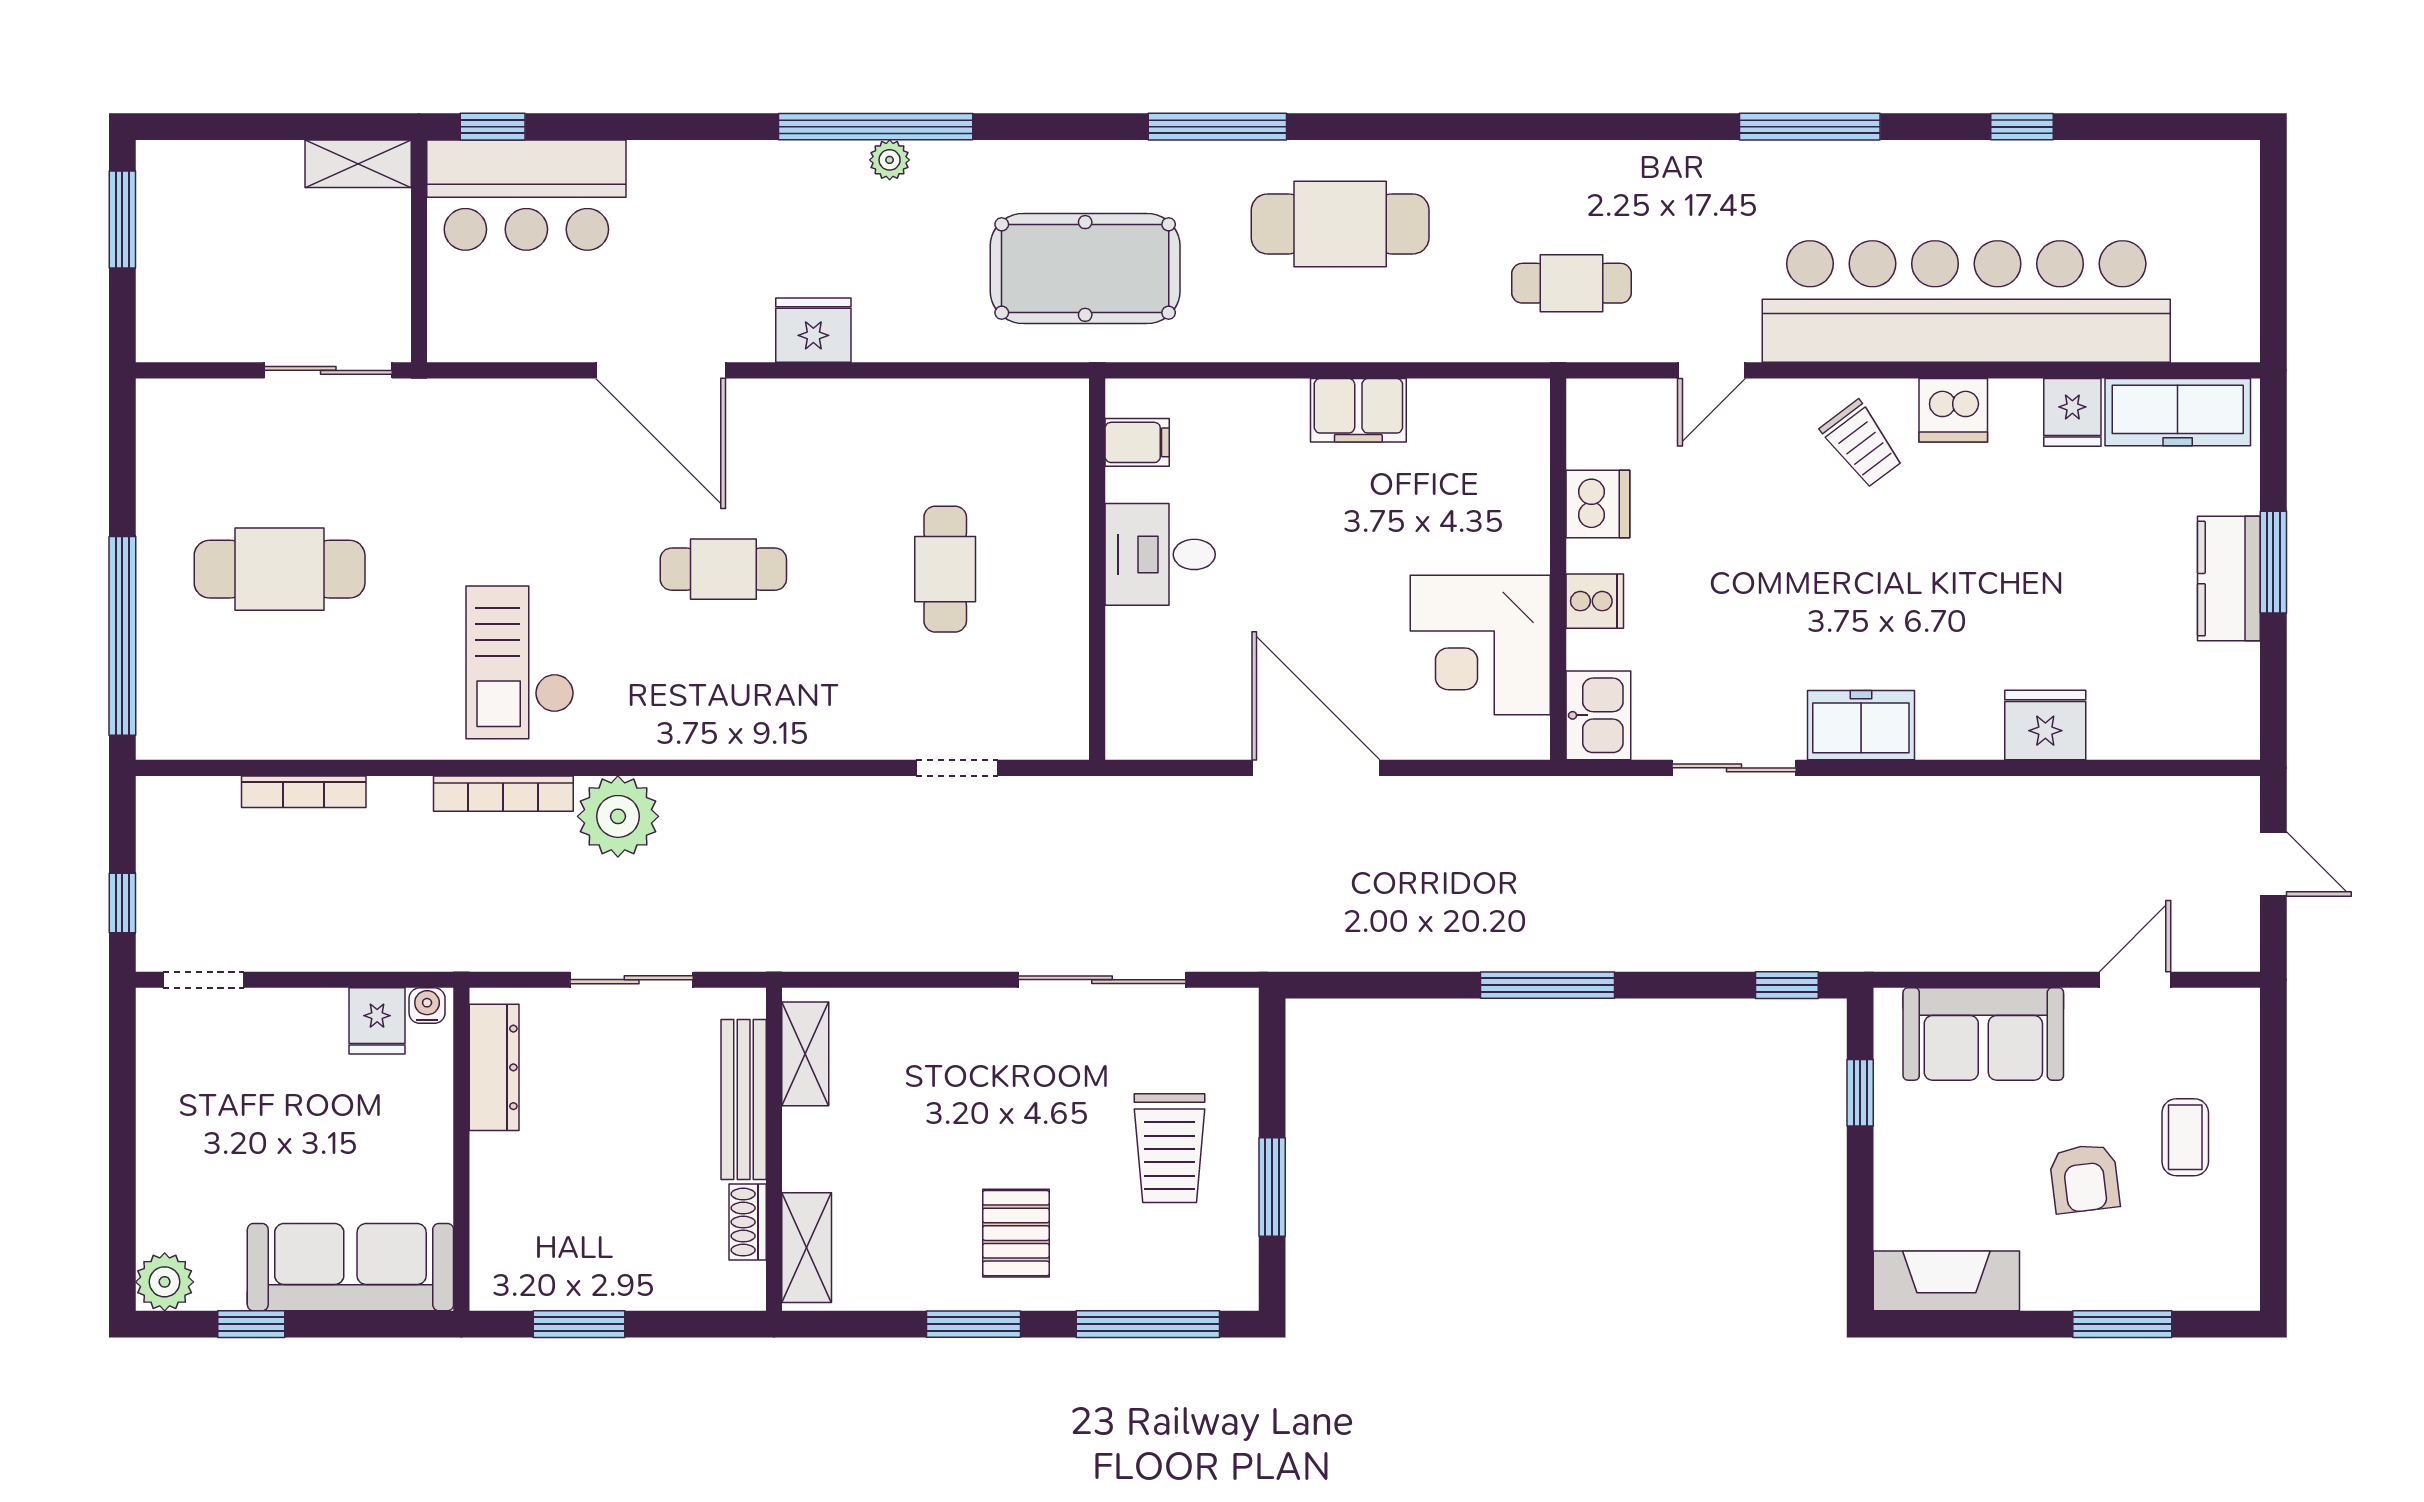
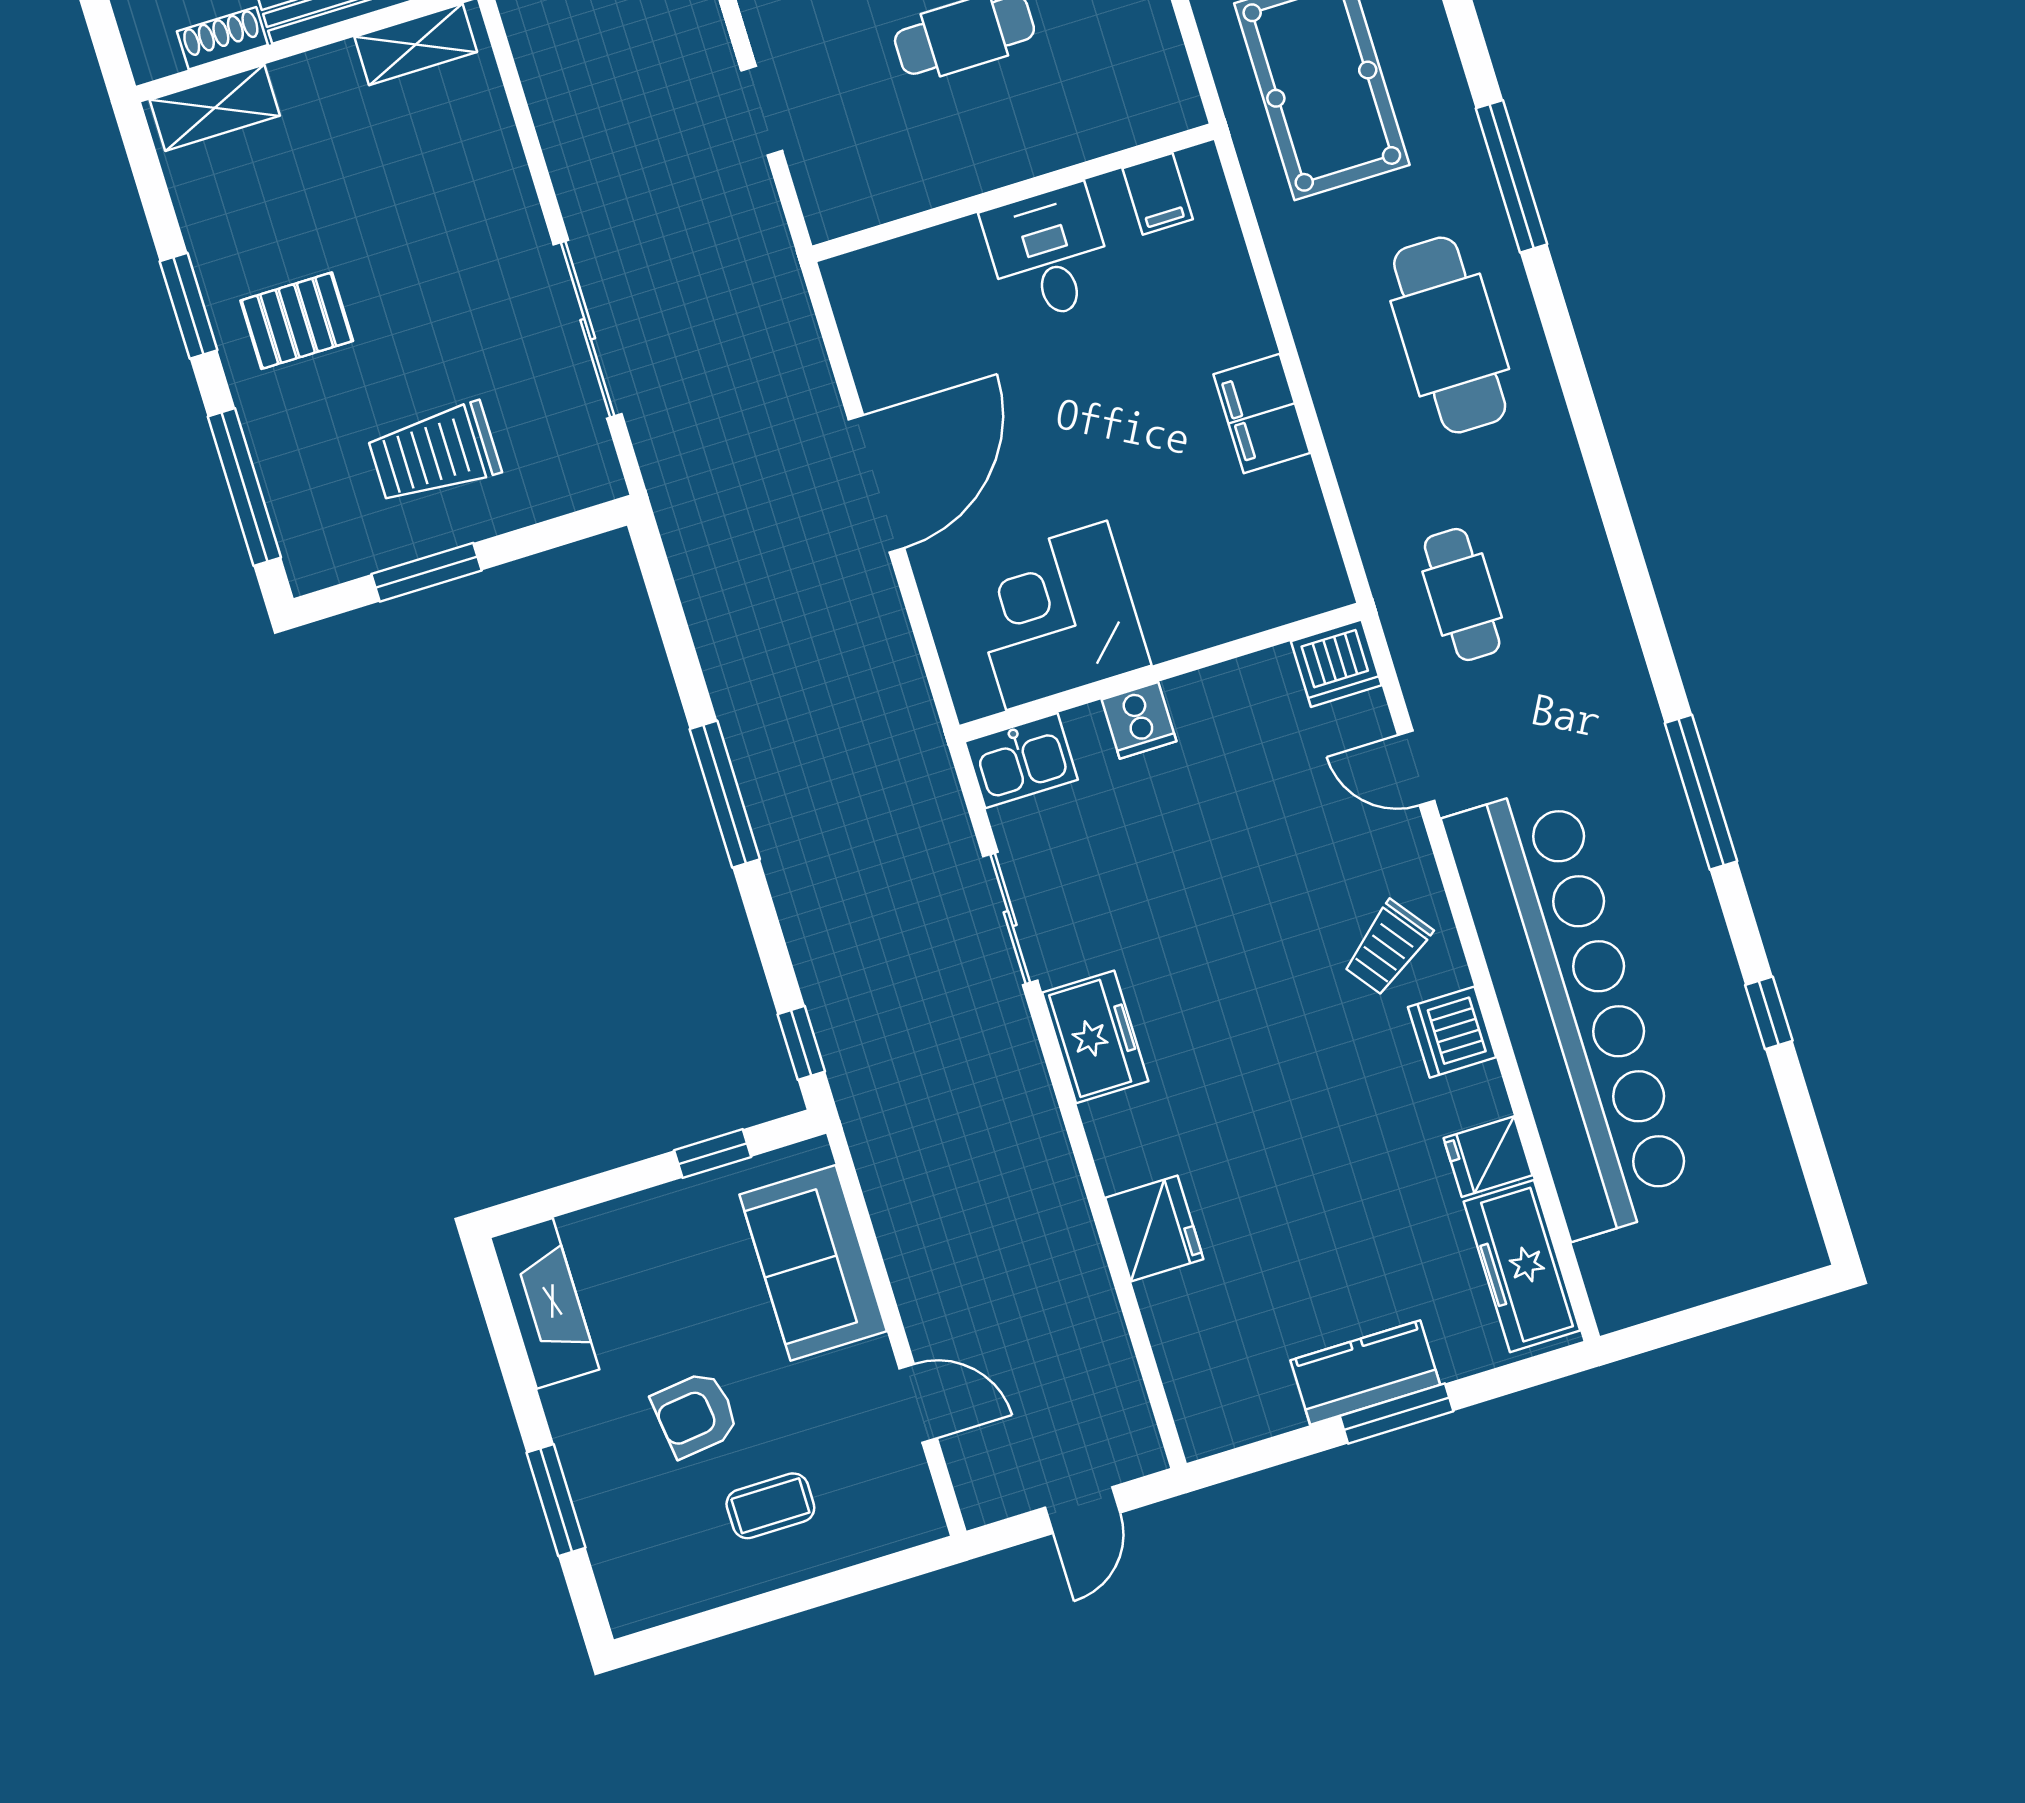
dishwasher: (1598, 504) -> (1336, 663), moved

